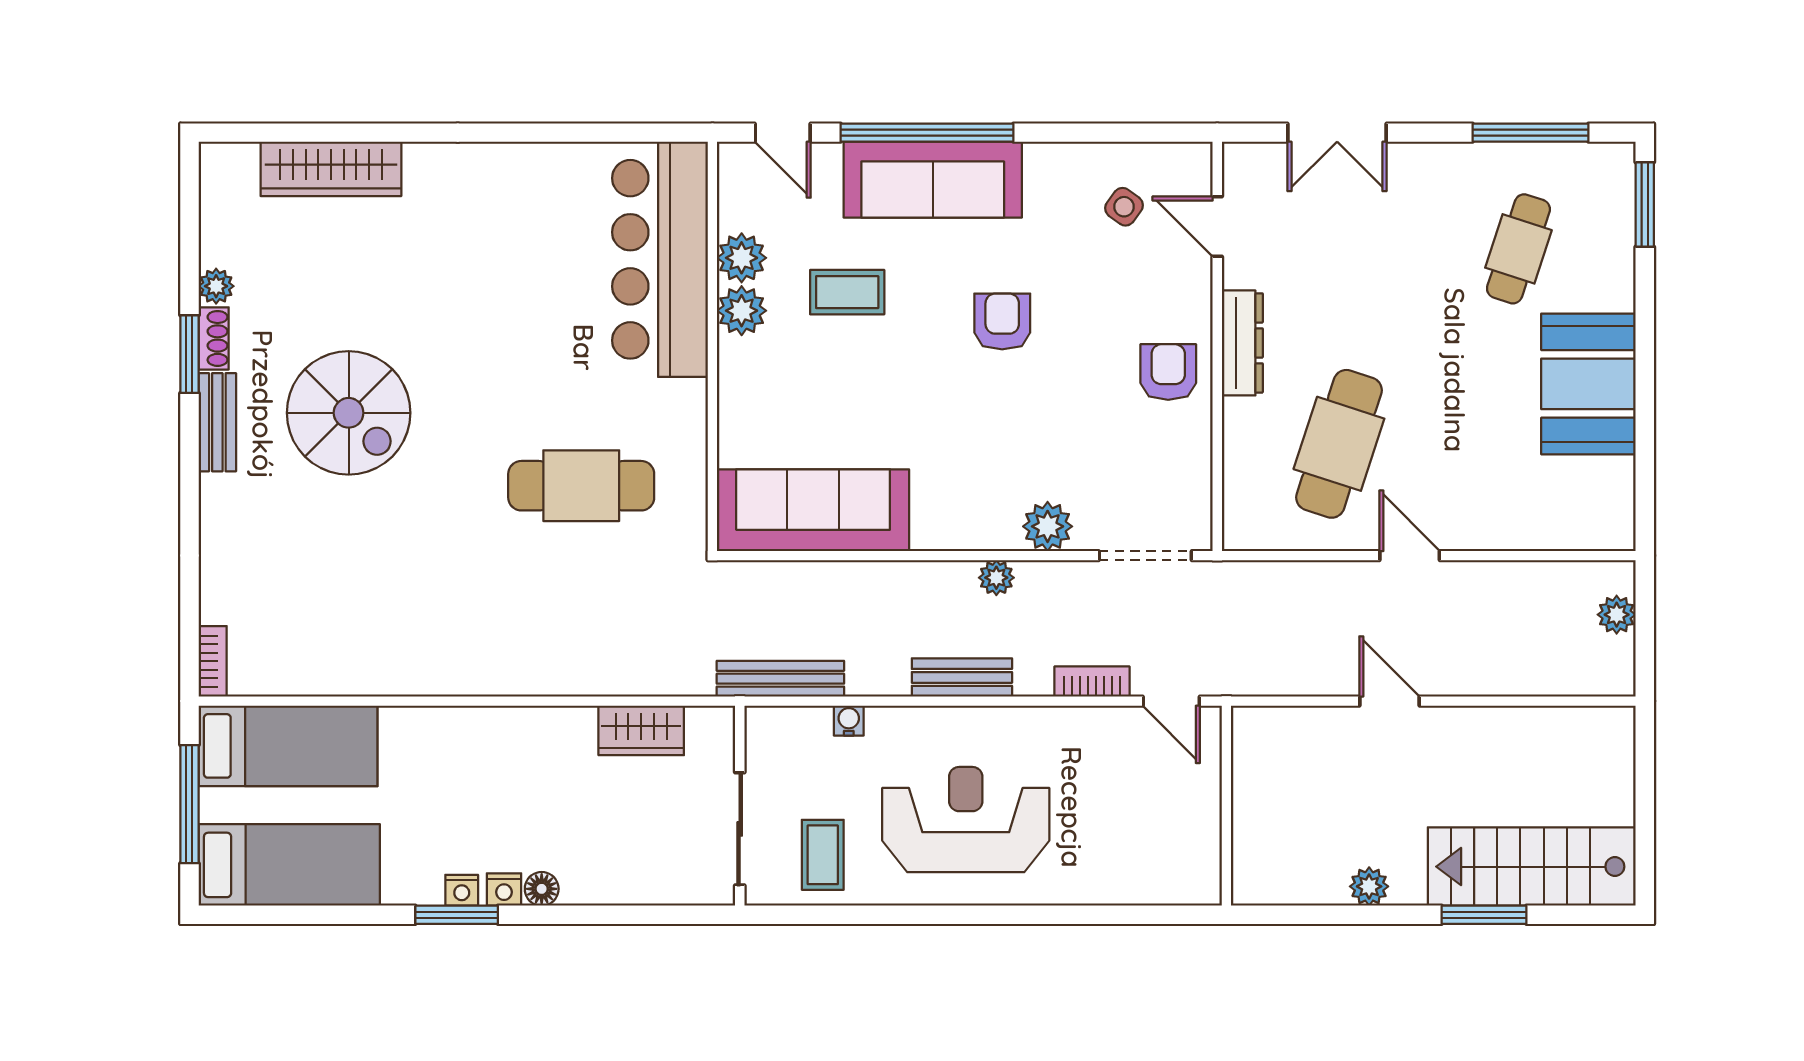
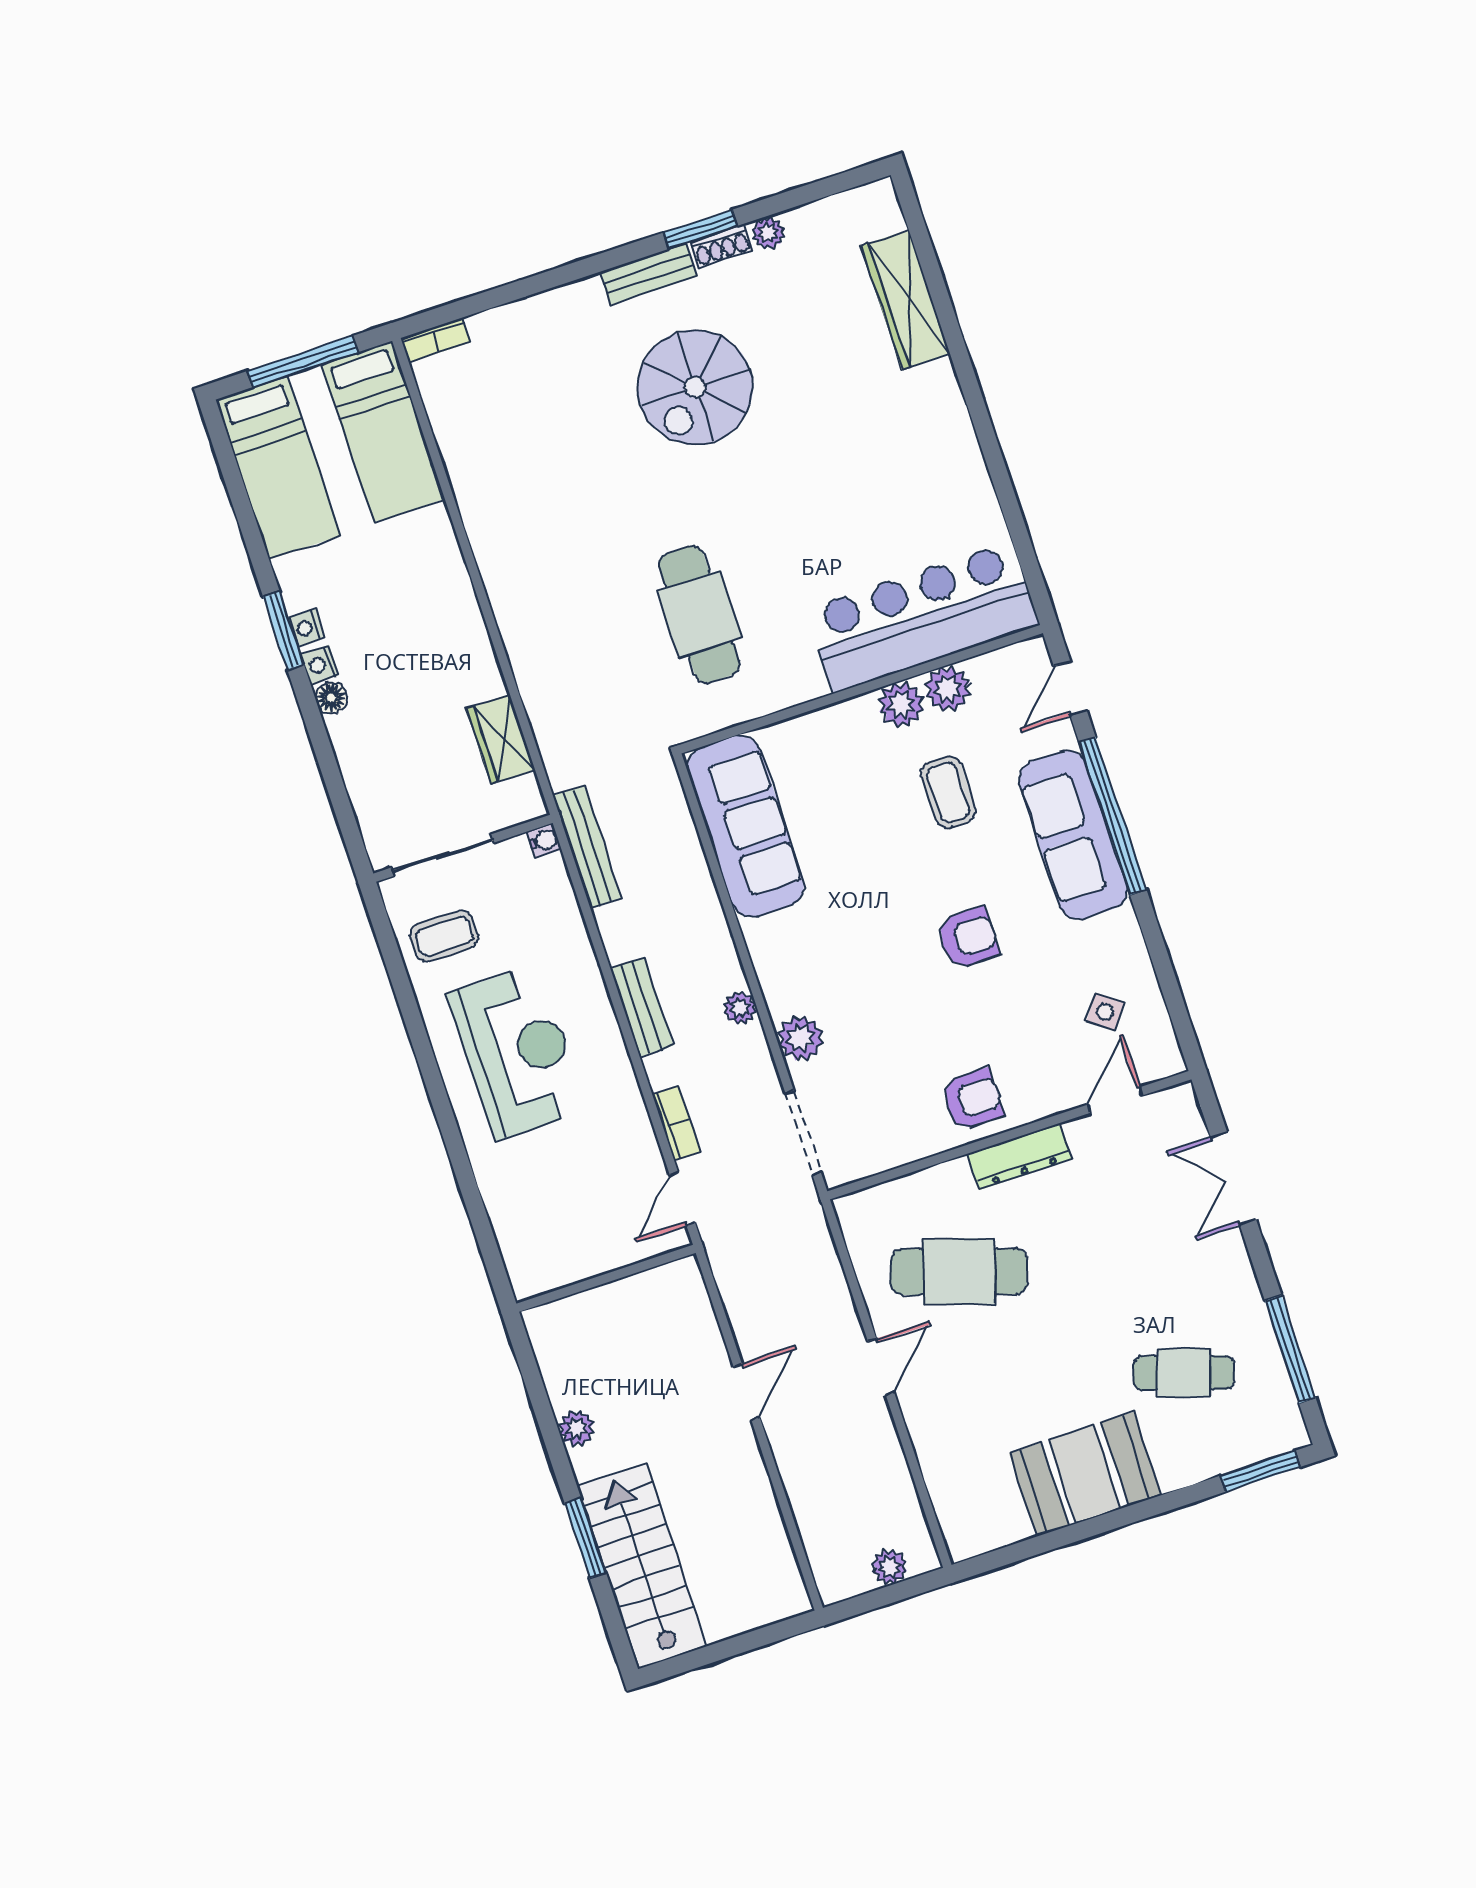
water cooler: (849, 721) -> (544, 841), moved

